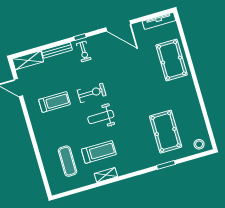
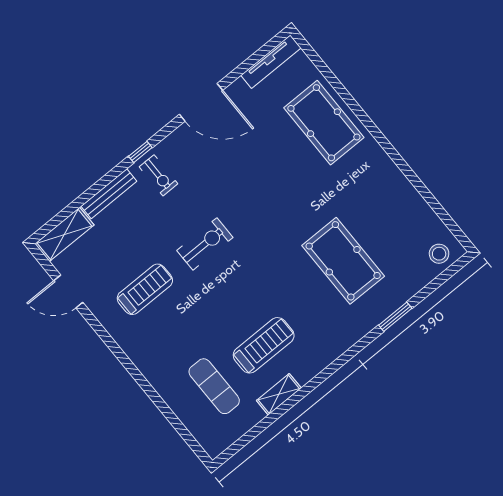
weight bench: (101, 117) -> (240, 281), removed
pool table: (166, 132) -> (343, 261), moved
shelving: (106, 175) -> (279, 394), moved

